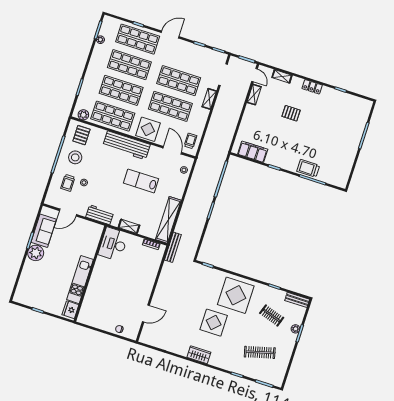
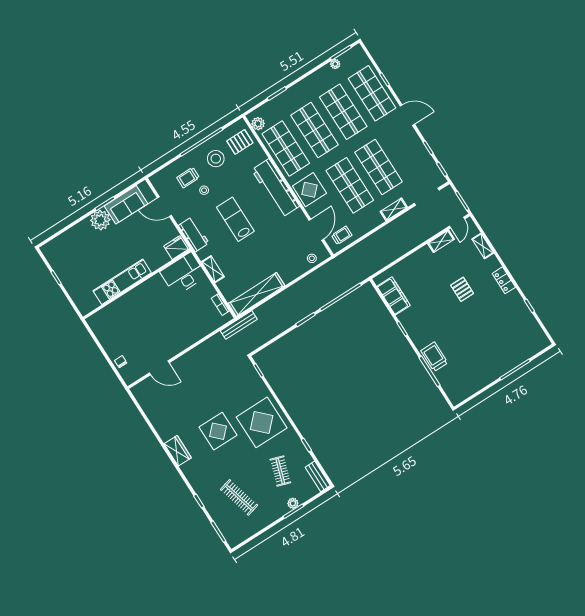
lab bench: (141, 181) -> (235, 219), moved
fridge: (70, 310) -> (176, 248), moved

